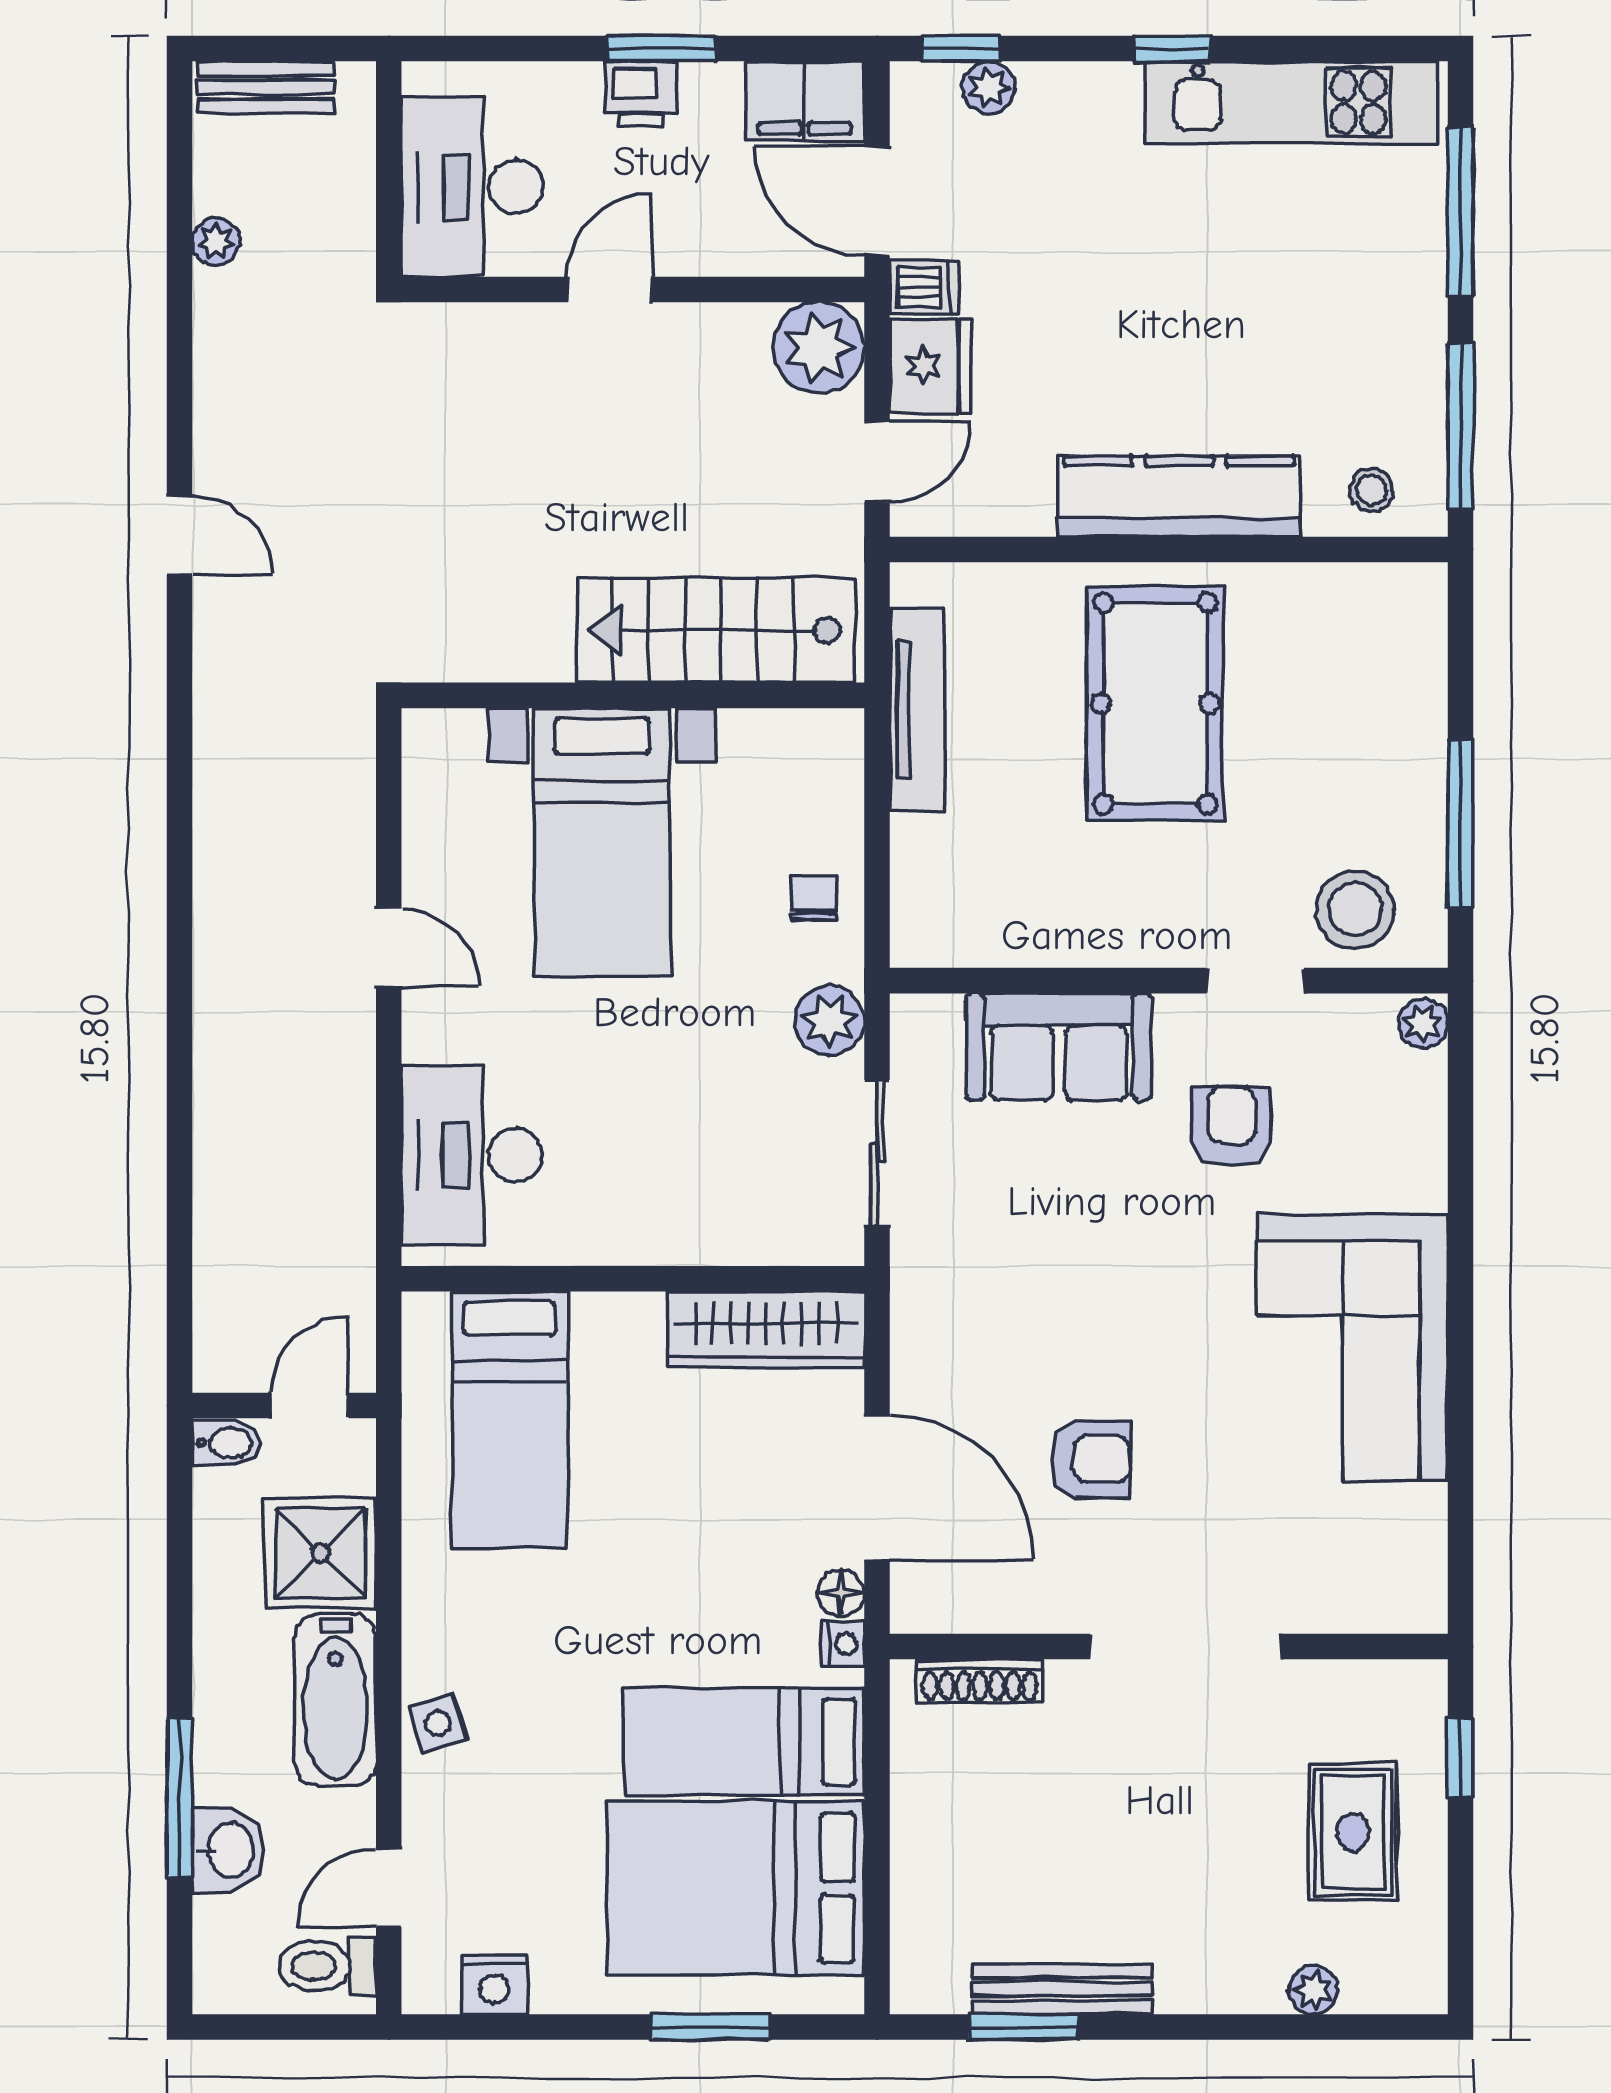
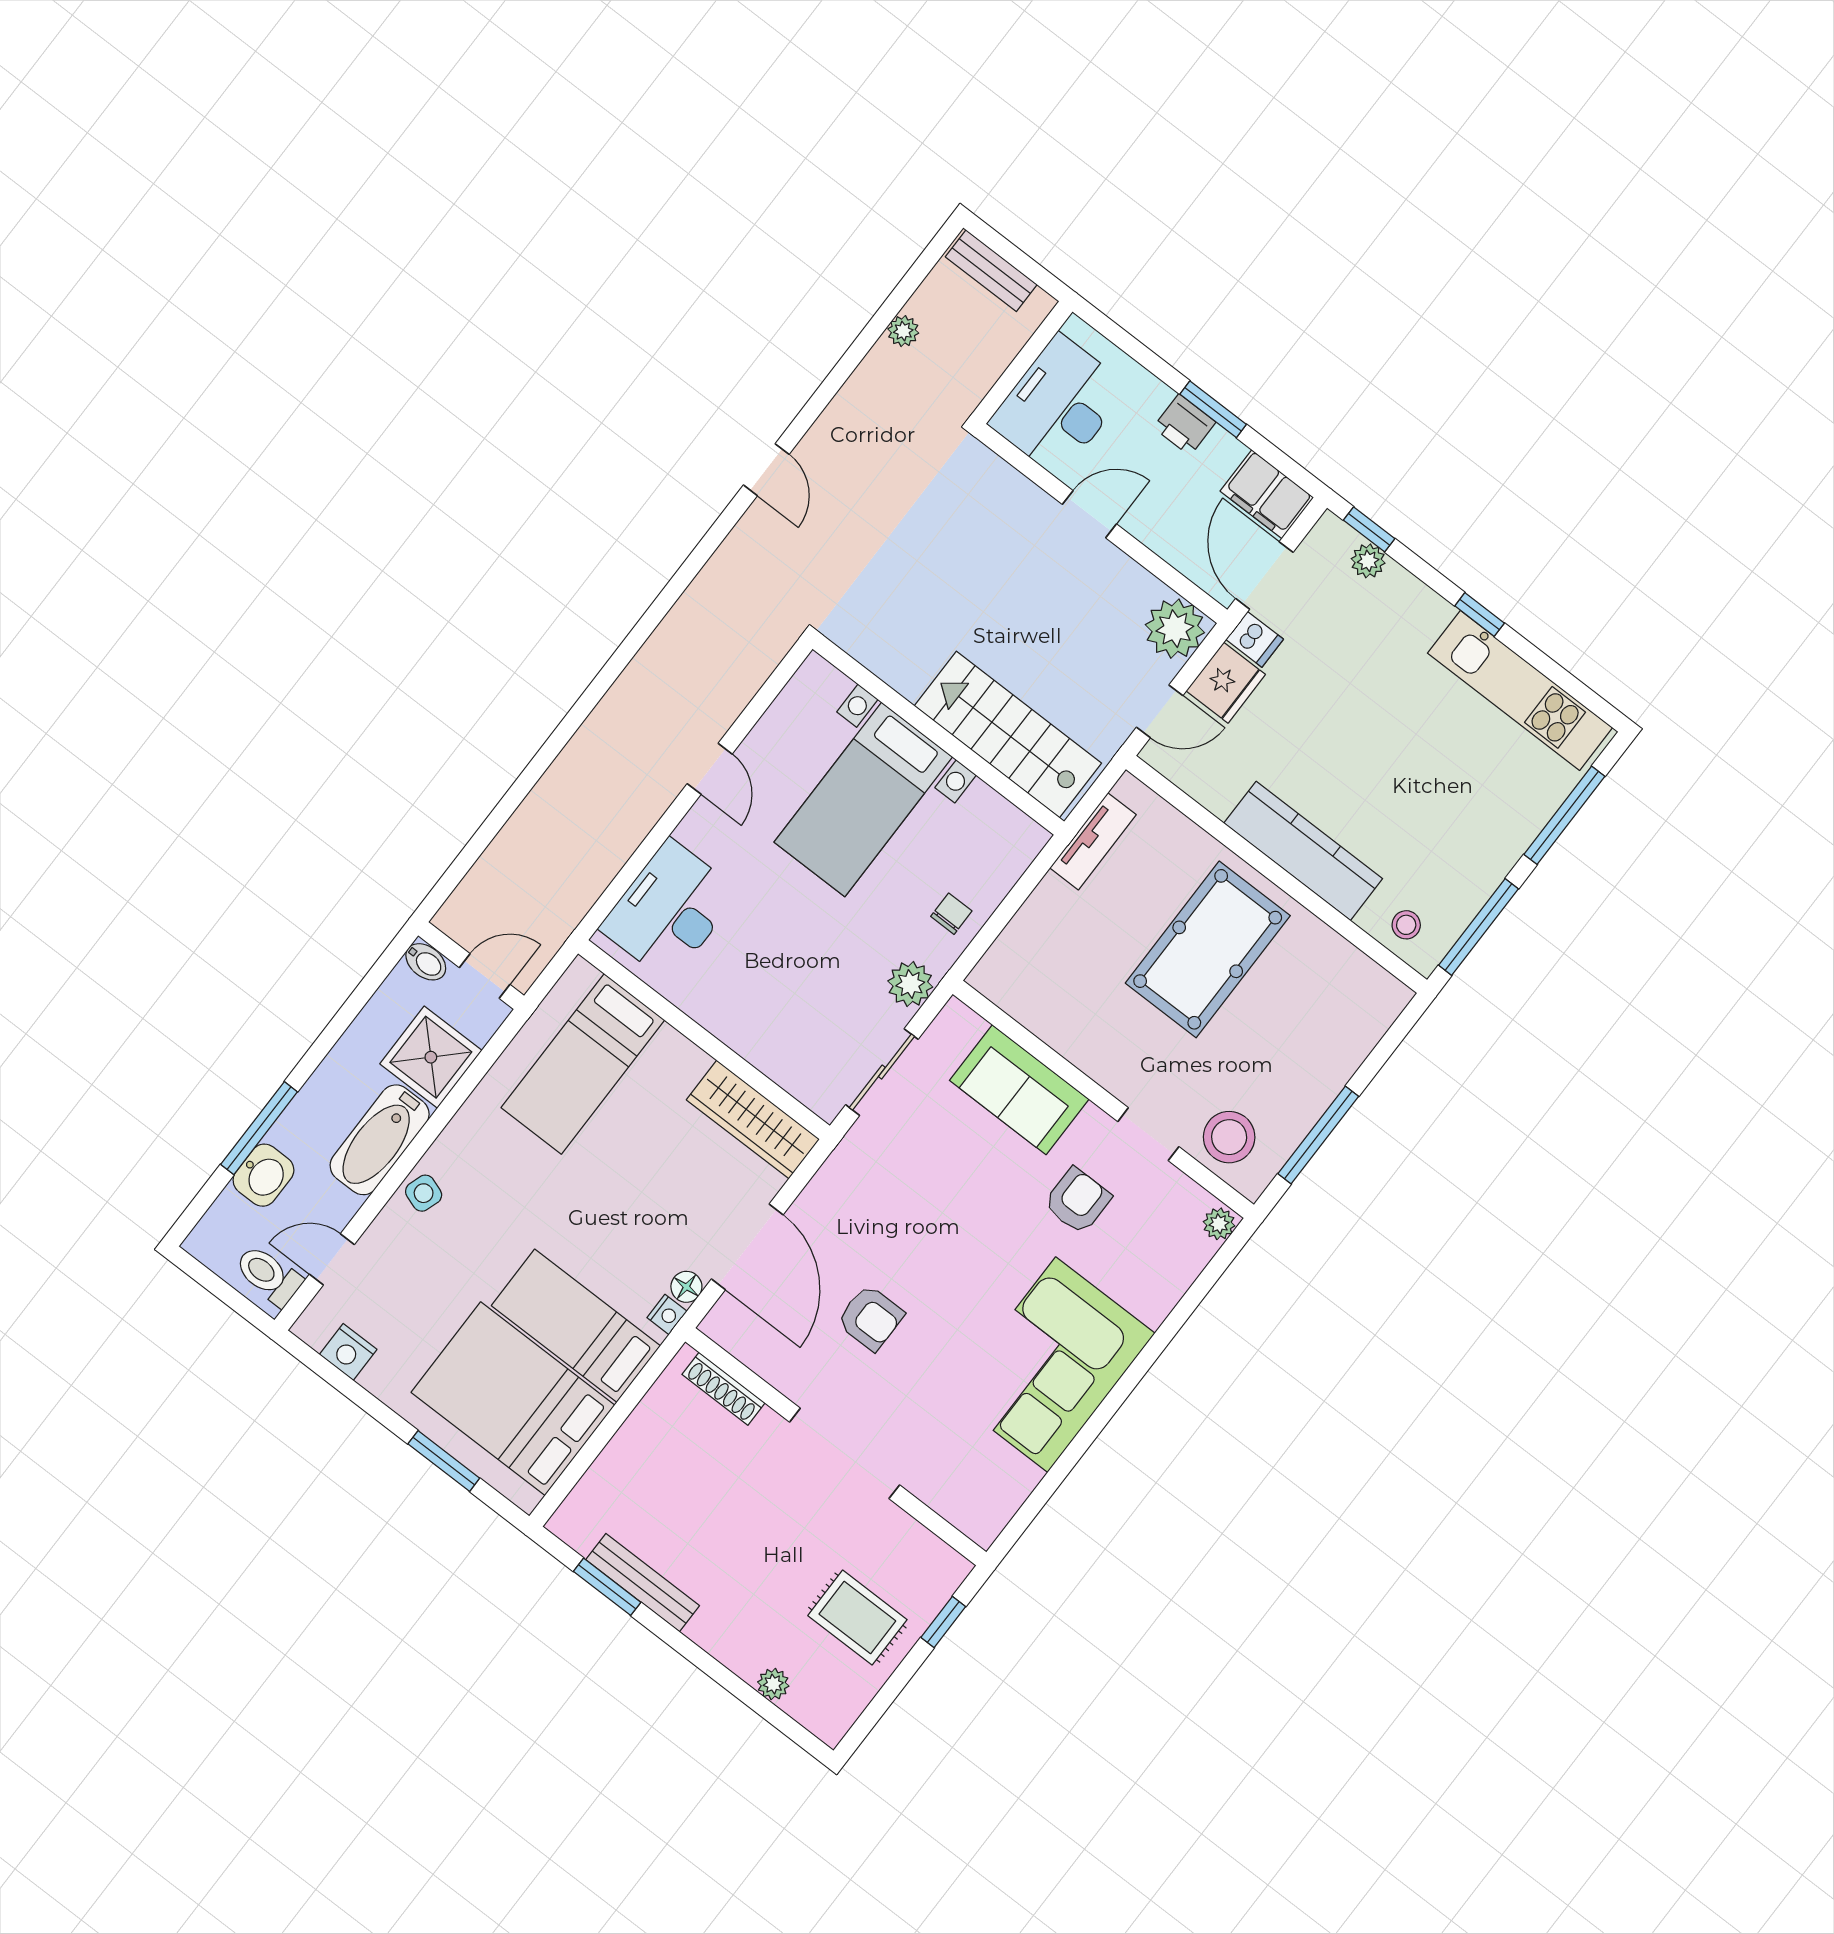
tv unit: (917, 709) -> (1093, 841), width x0.71
side table: (438, 1723) -> (424, 1193), turned 37
rug: (1353, 1832) -> (857, 1618), turned 90

